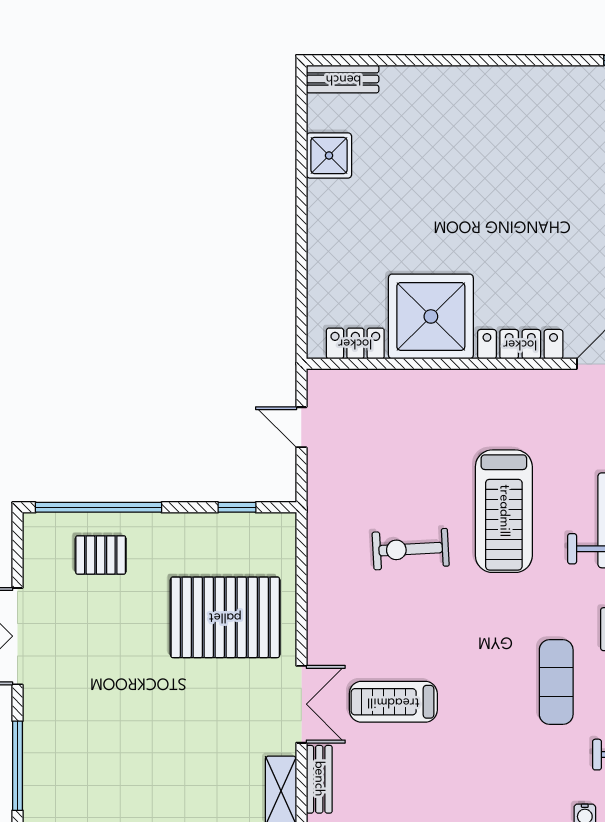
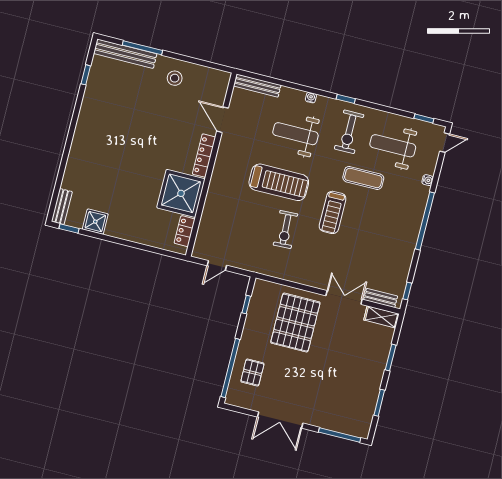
window: (301, 105) -> (69, 228), added
treadmill: (393, 702) -> (333, 212), moved

